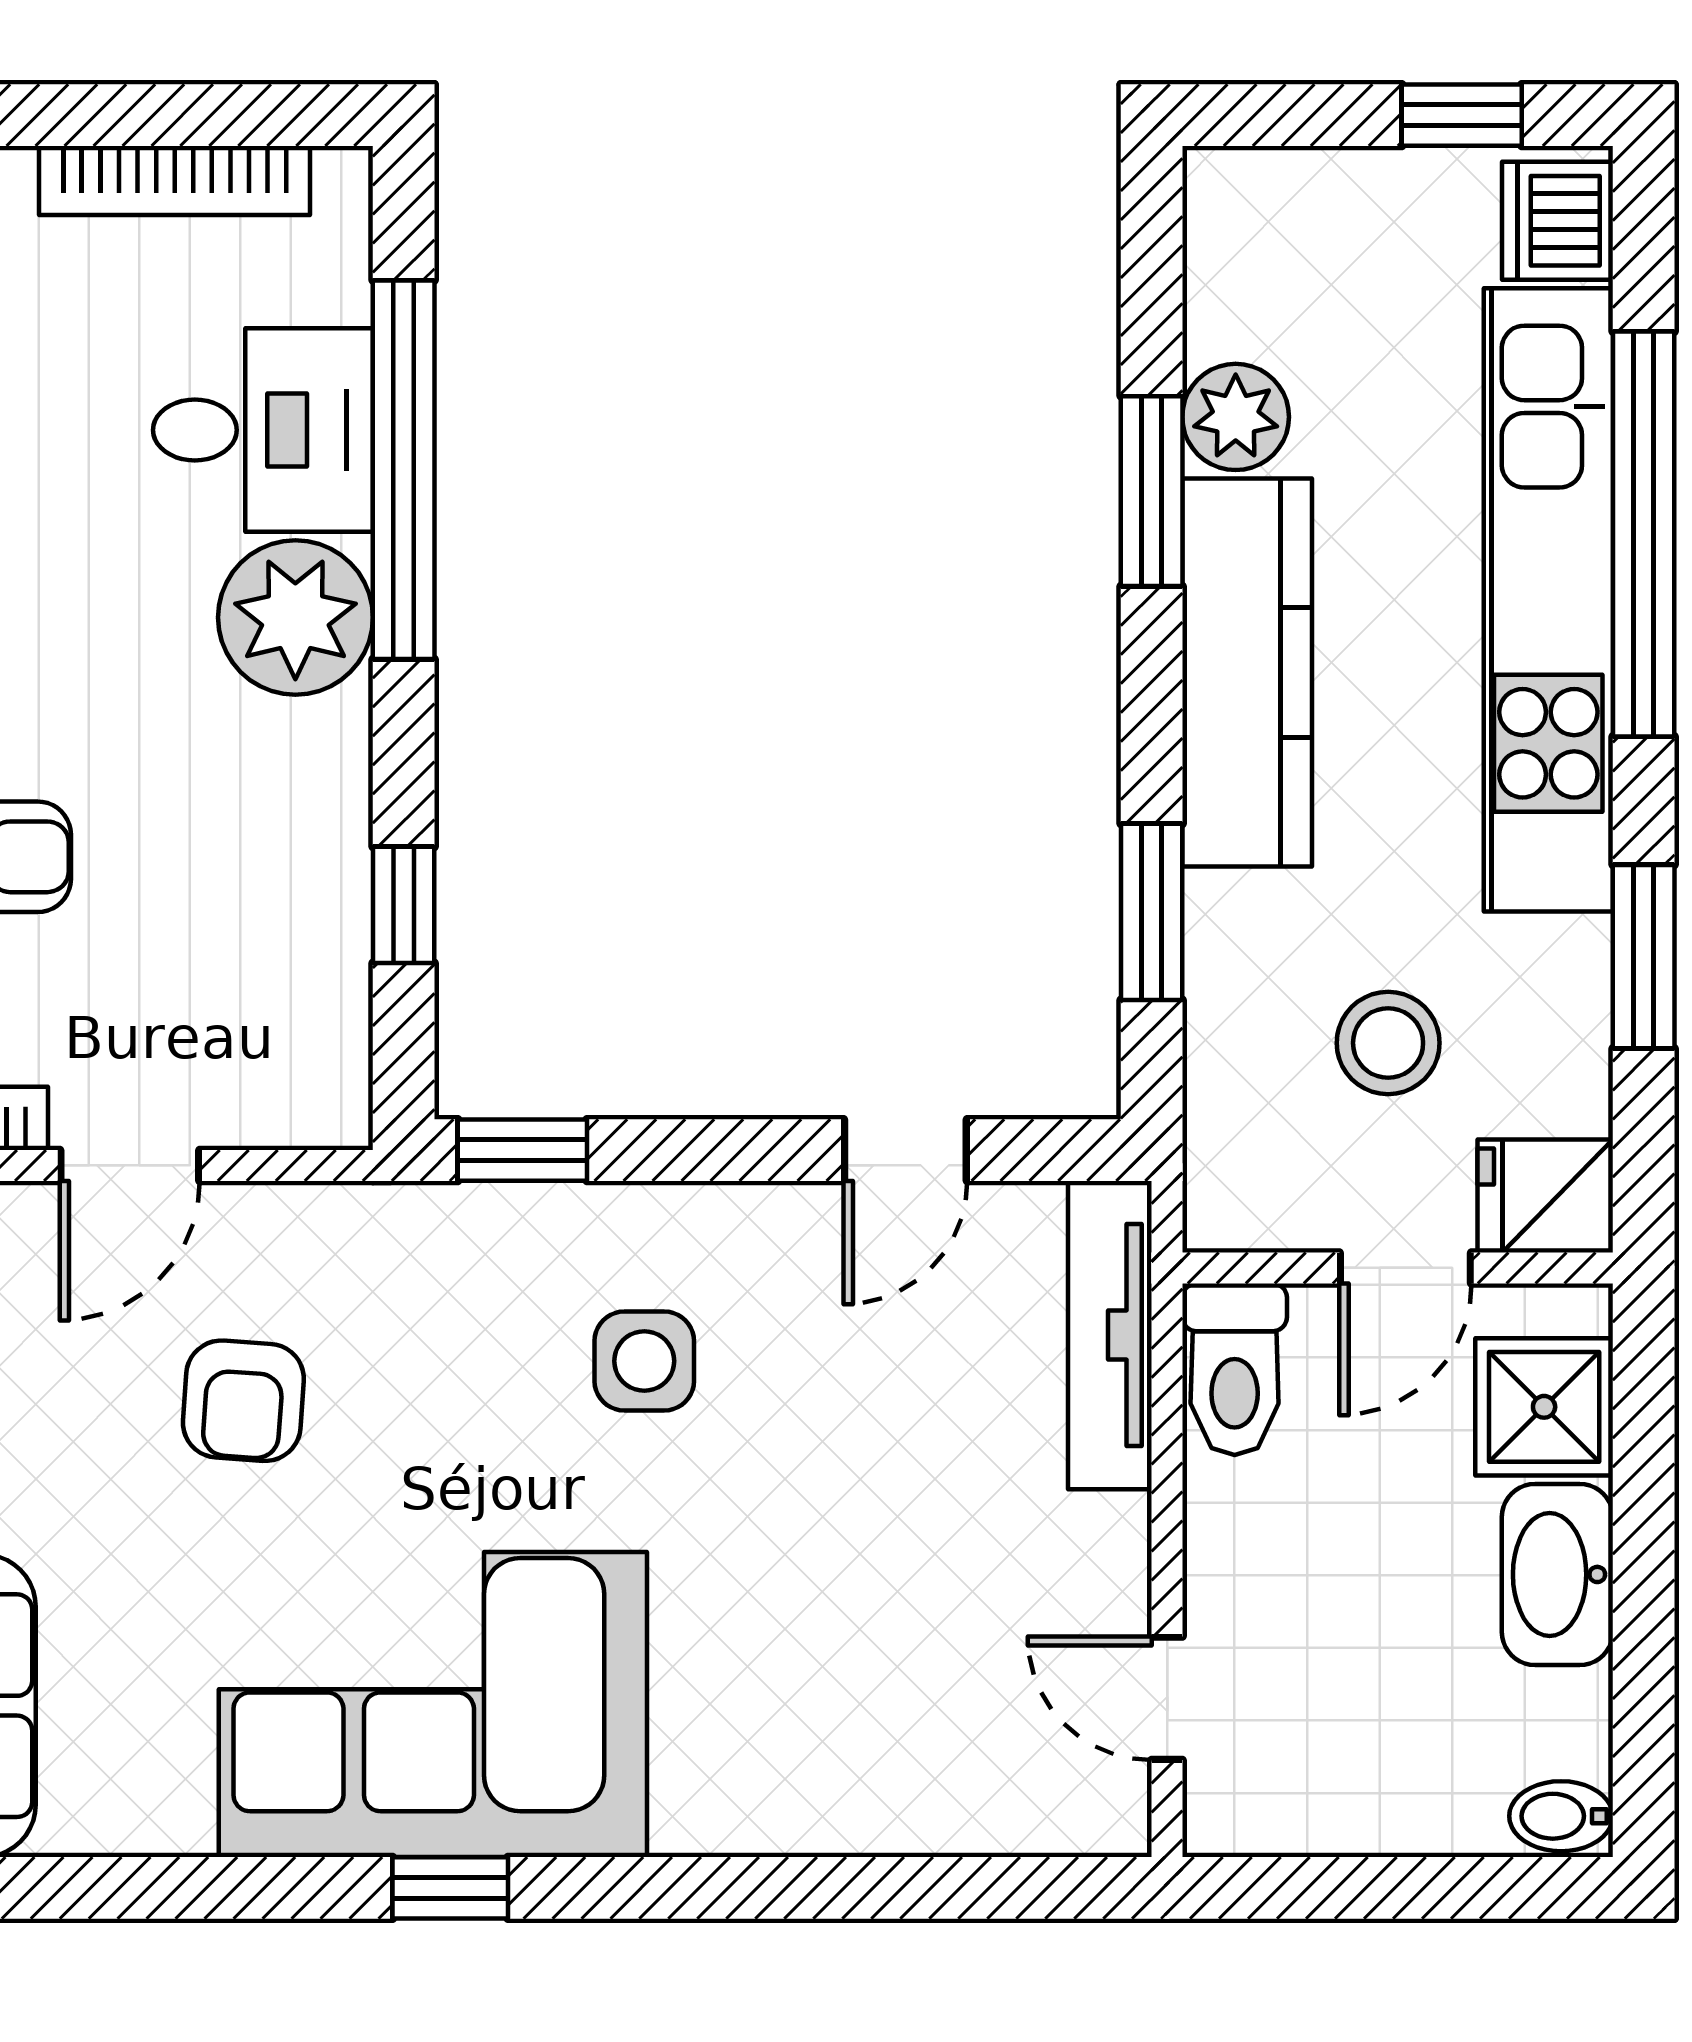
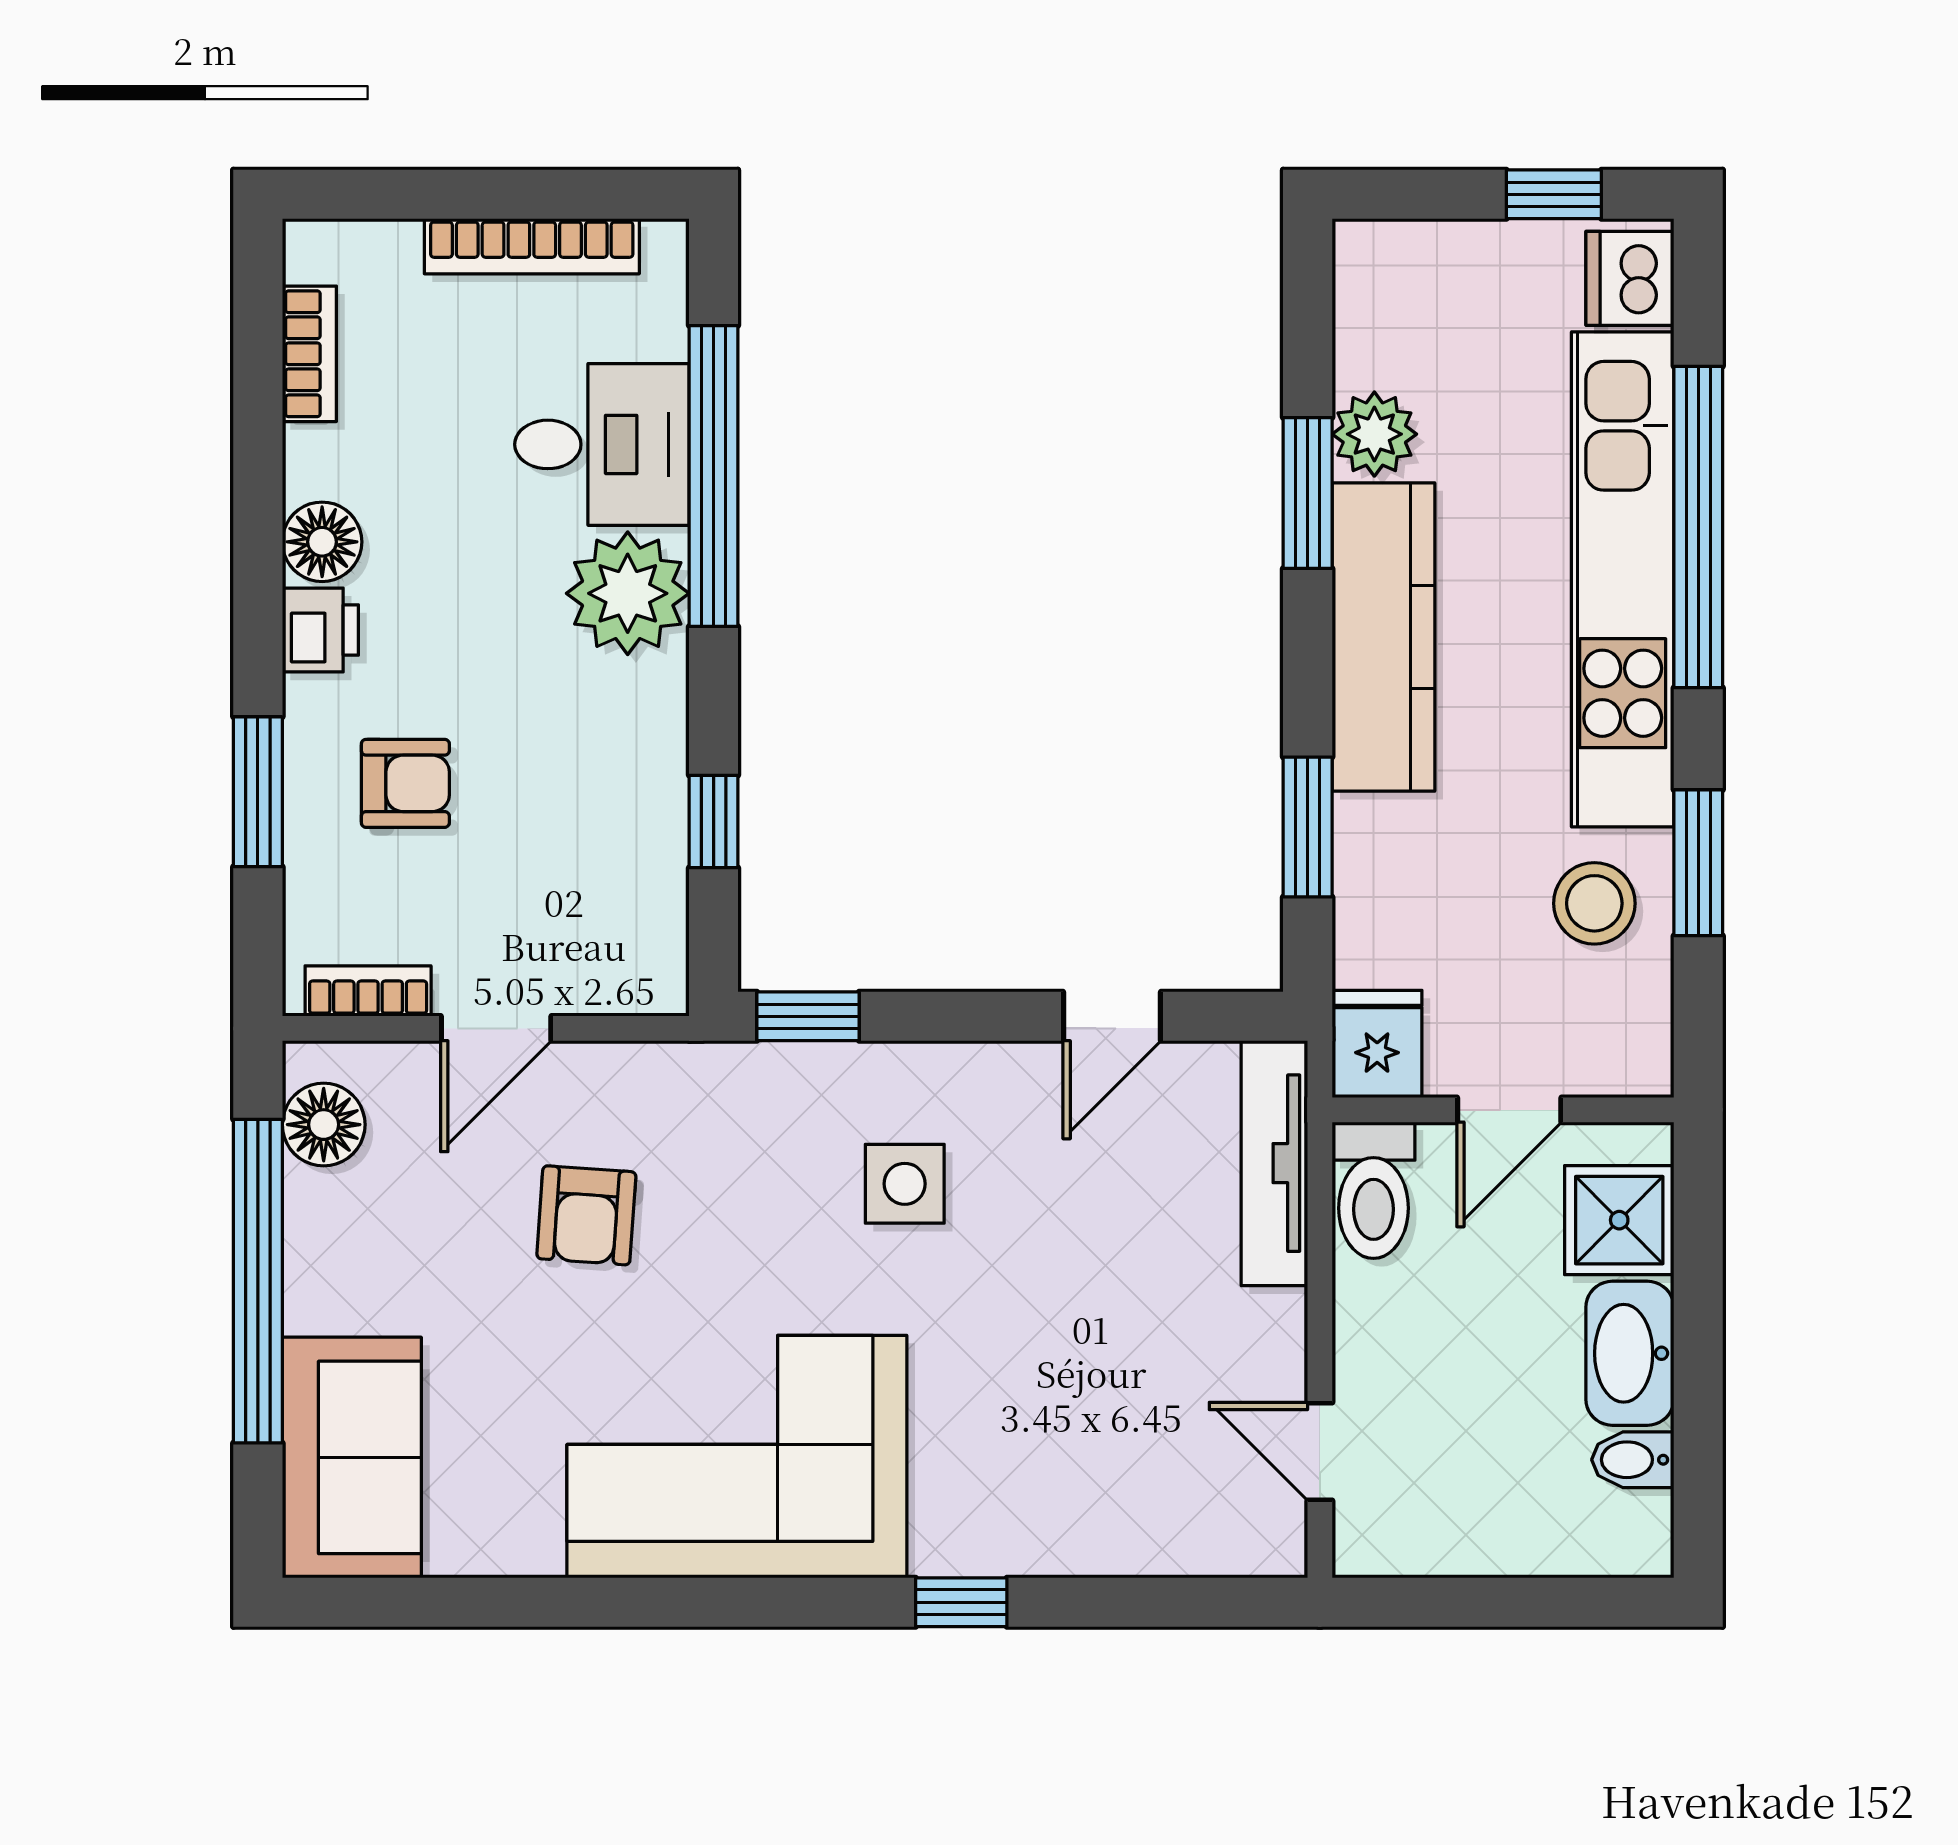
stool: (1388, 1043) -> (1594, 903), moved
fridge: (1545, 1196) -> (1377, 1044), moved, turned 90
bidet: (1561, 1816) -> (1633, 1460), moved
window: (450, 1888) -> (961, 1602), moved

